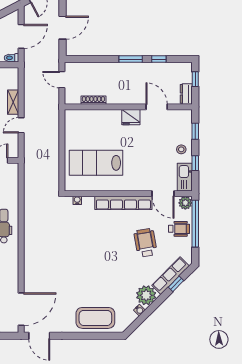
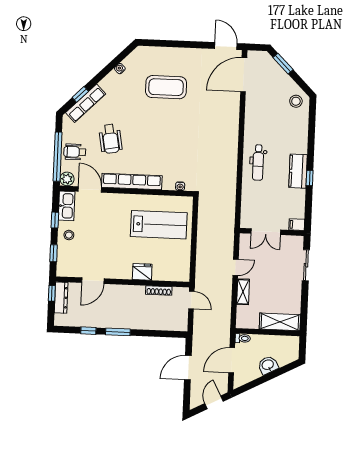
window: (195, 79) -> (52, 293), moved
door: (62, 80) -> (191, 300), moved
dresser: (186, 94) -> (61, 298), width x1.44
door: (157, 107) -> (93, 281), hinge flipped
fridge: (131, 117) -> (142, 272), moved
plant: (146, 295) -> (112, 84), removed
coffee table: (95, 318) -> (166, 87), moved

